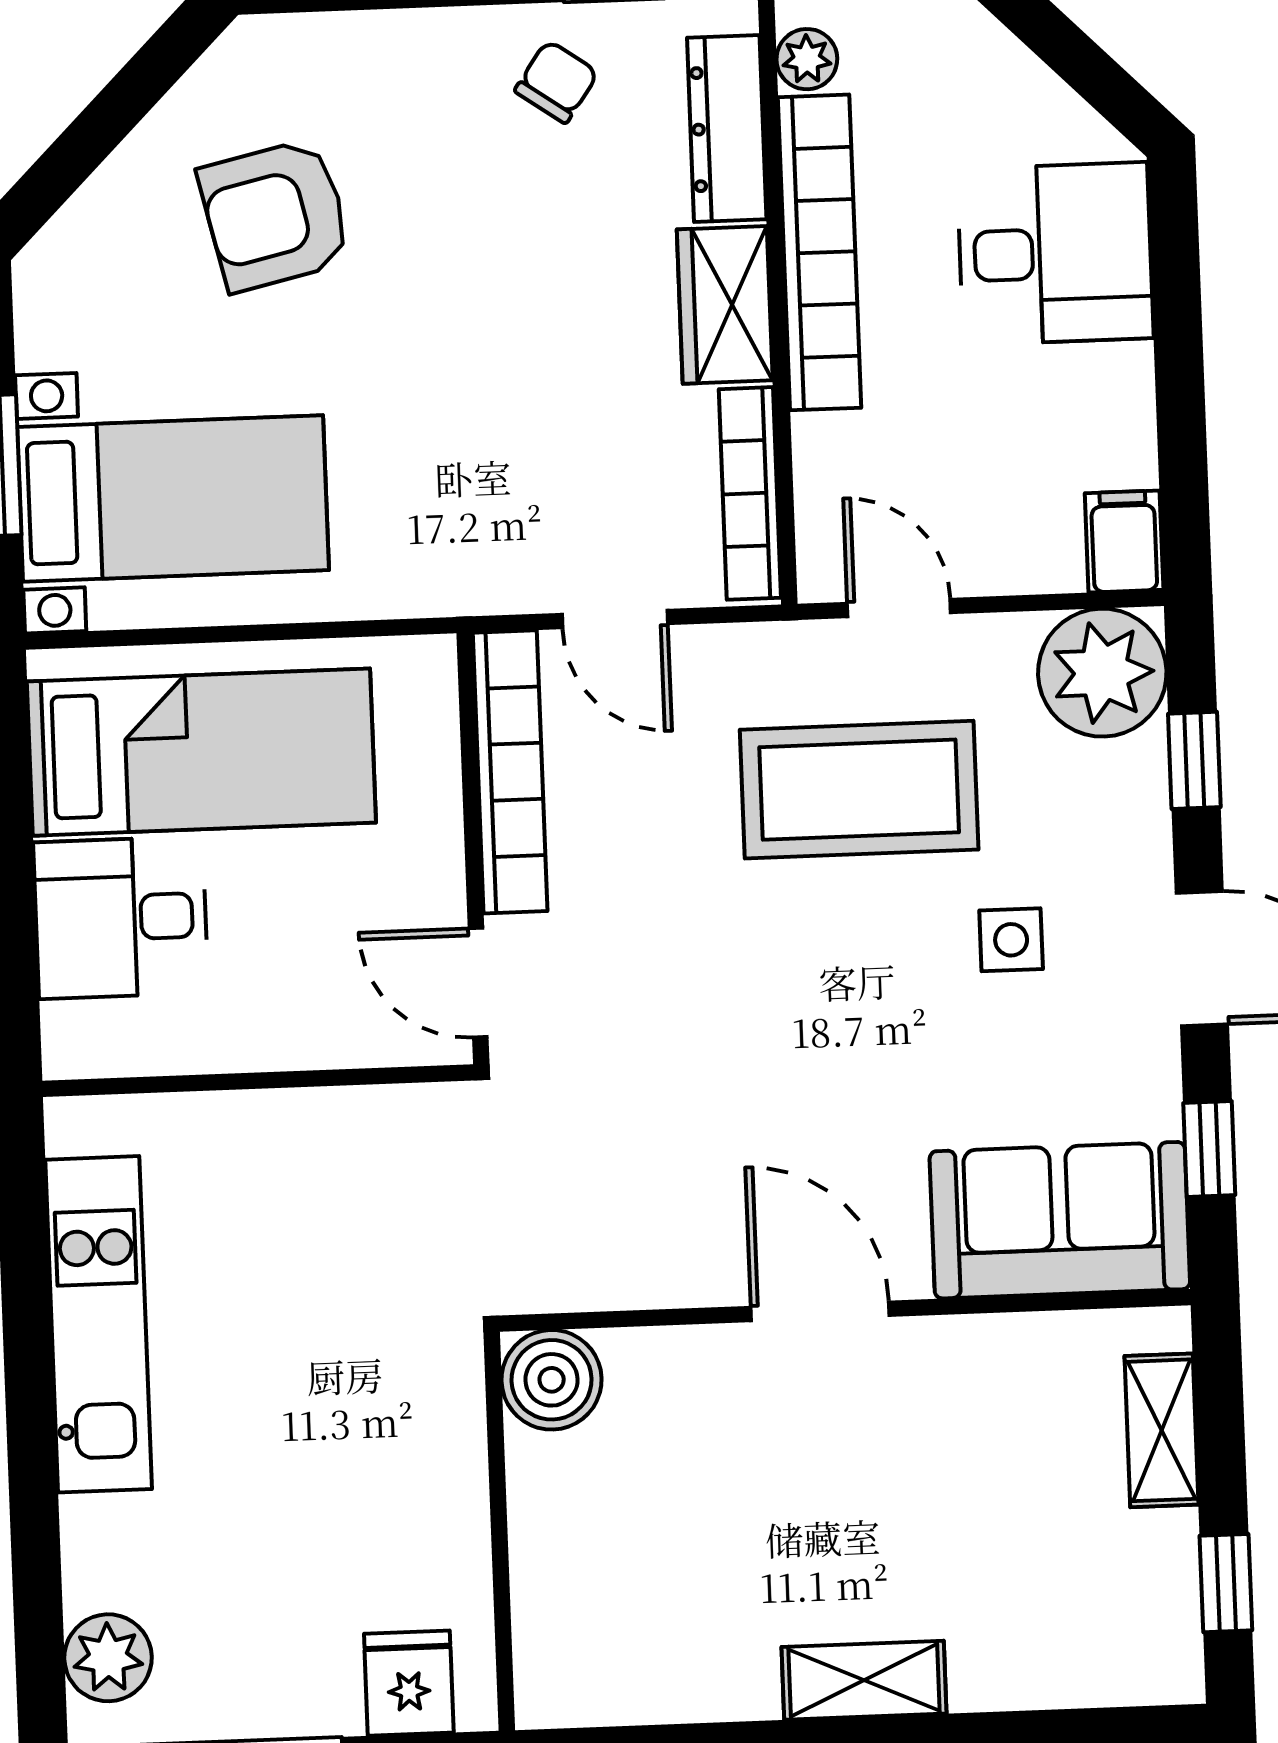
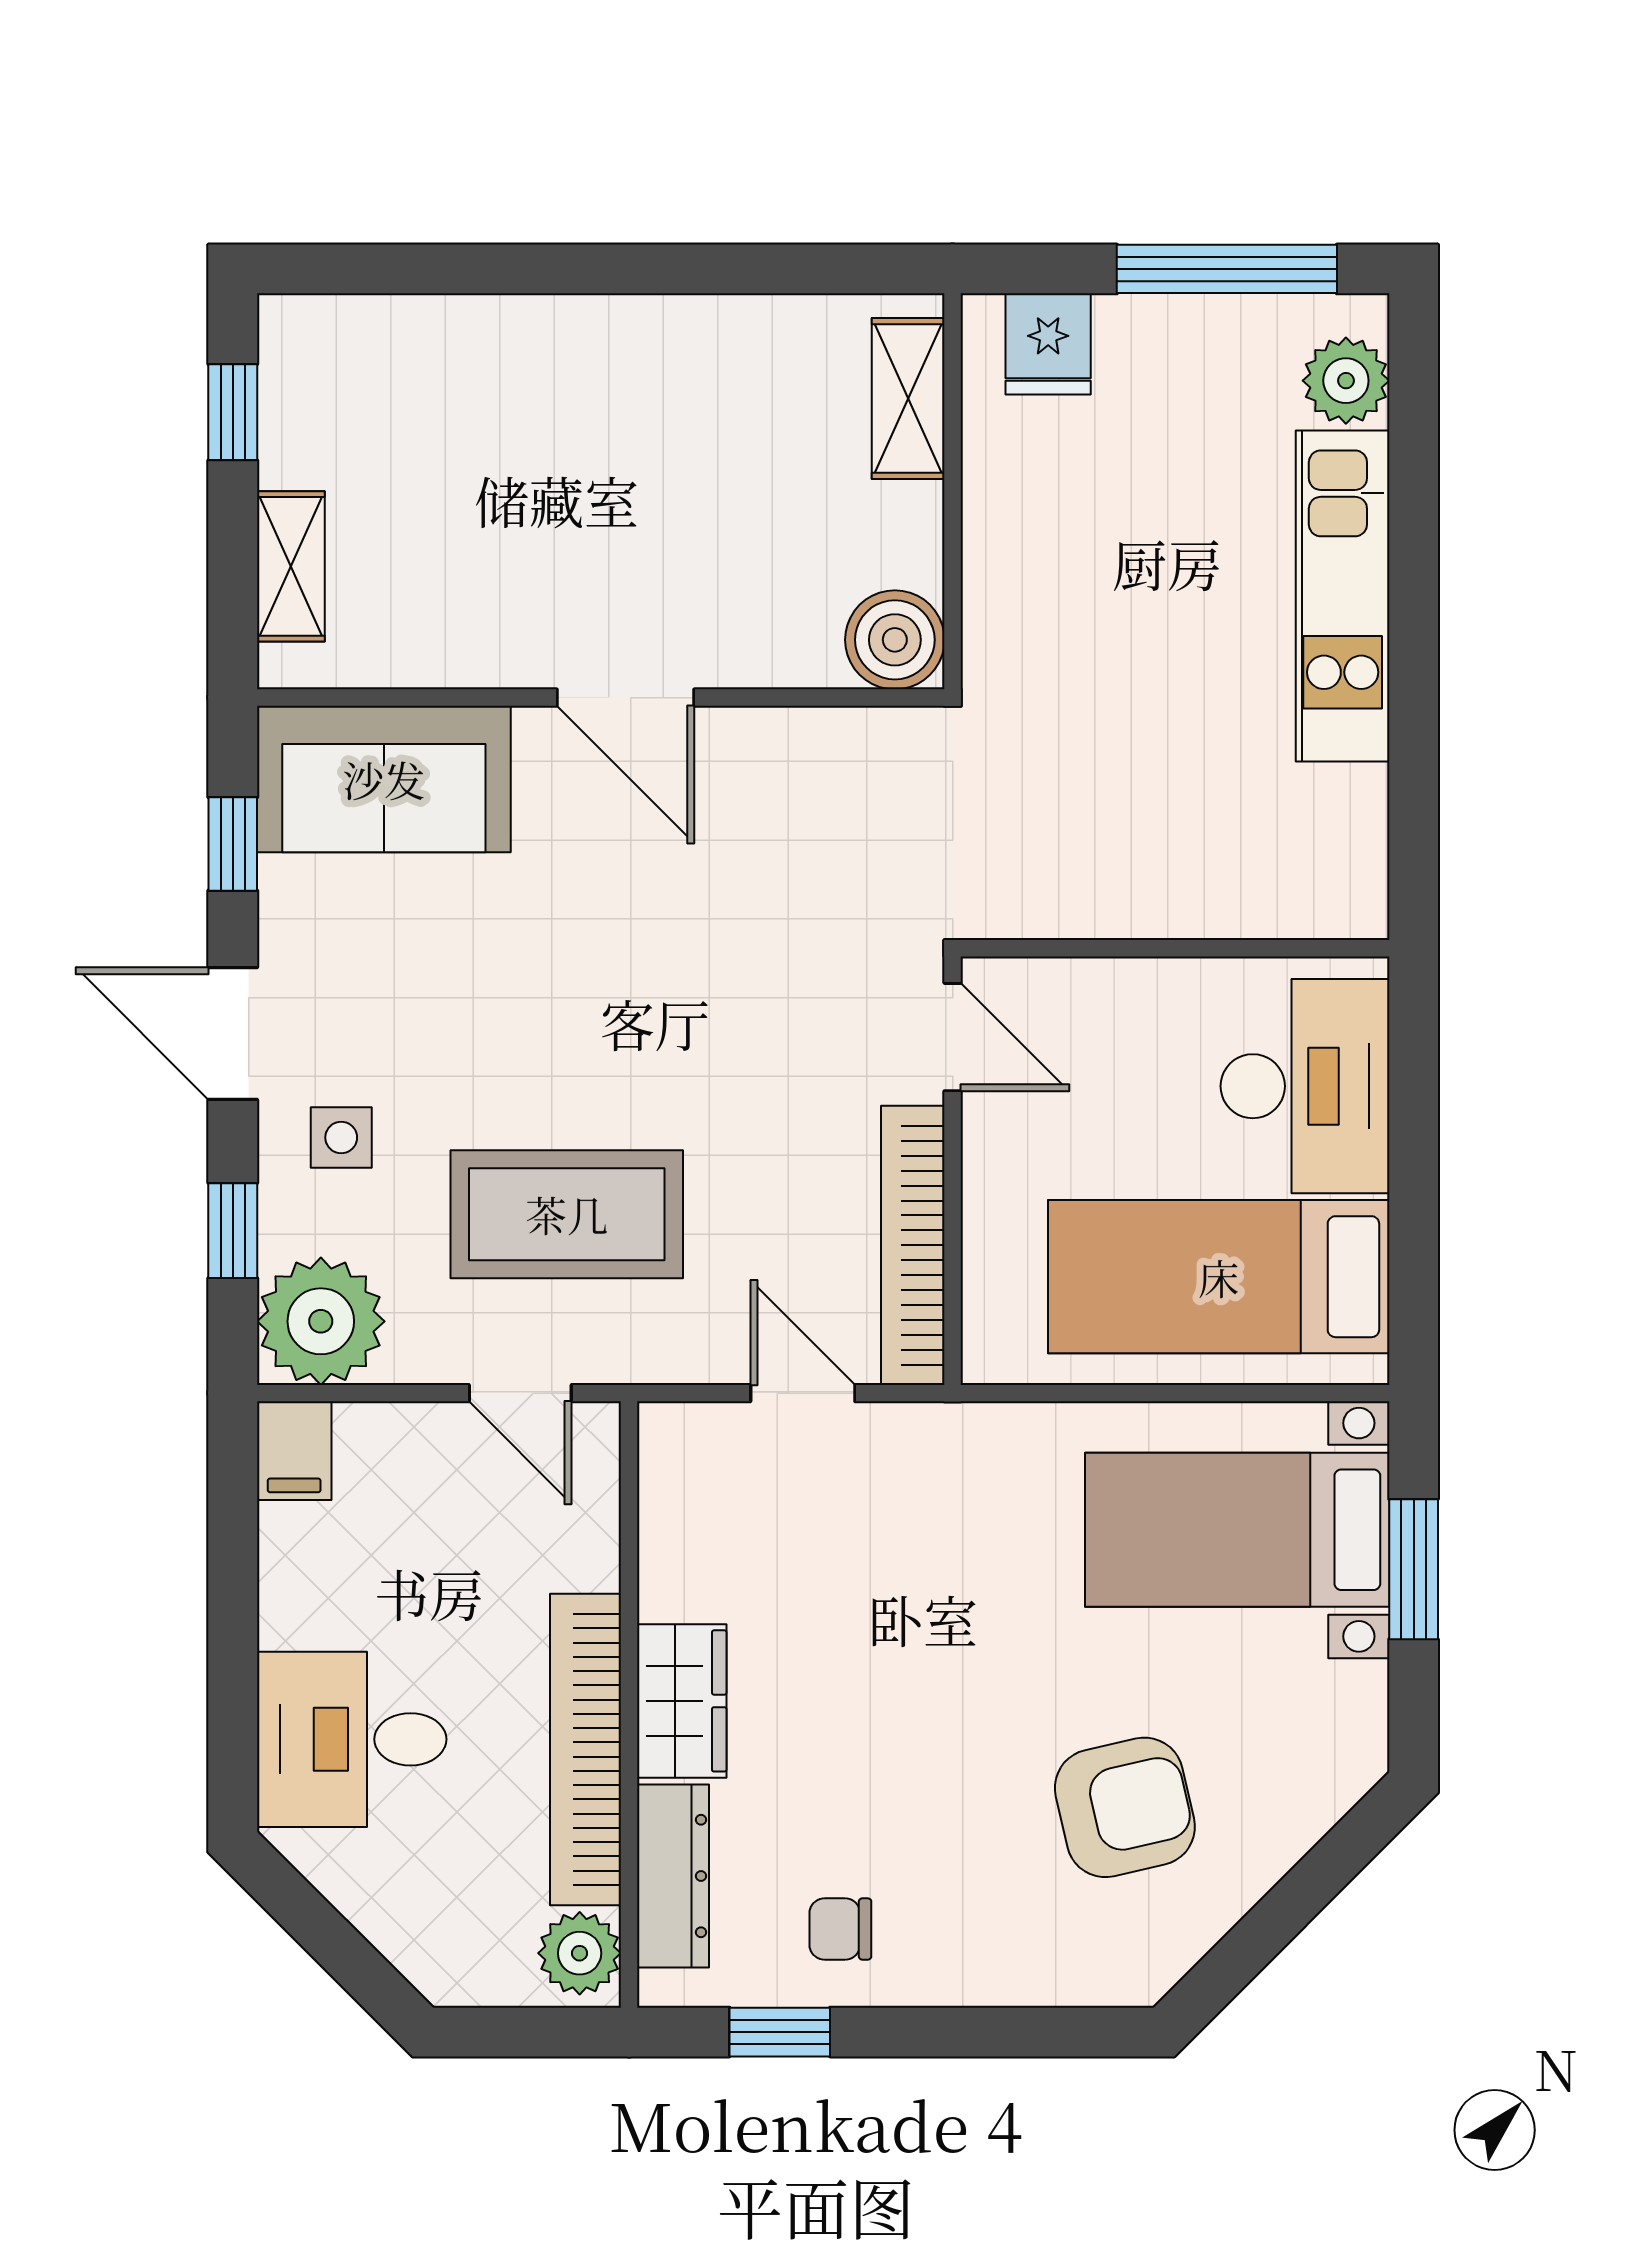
plant: (807, 59) -> (580, 1953), width x1.38, depth x1.38
chair: (556, 82) -> (840, 1929), turned 55
bookcase: (750, 493) -> (664, 1513), removed
desk: (121, 918) -> (1305, 1086), width x1.37
side table: (1011, 940) -> (341, 1138), moved
kitchen unit: (99, 1324) -> (1343, 596), moved
shelving: (864, 1680) -> (908, 399), moved, turned 90

